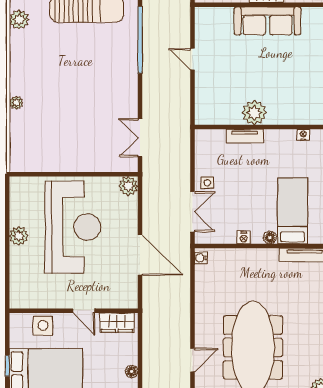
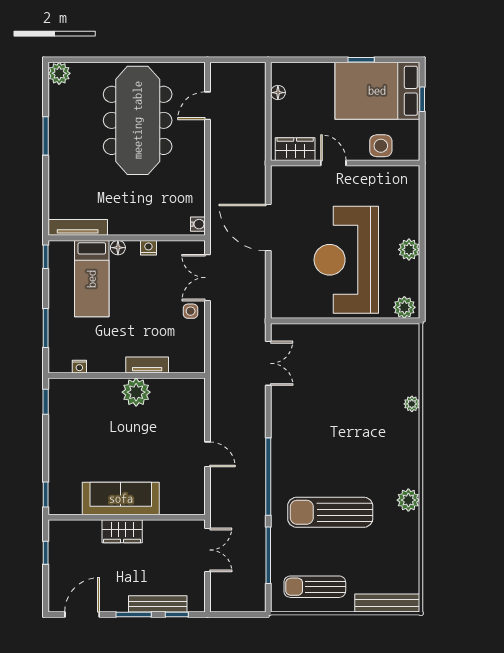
plant: (128, 186) -> (404, 307), moved

